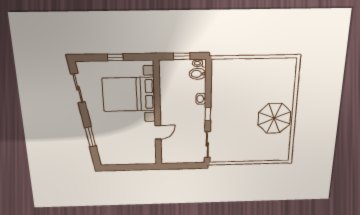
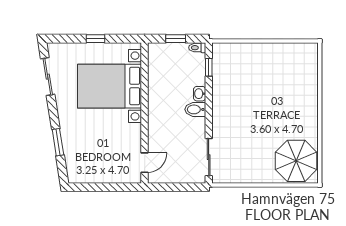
bidet: (198, 74) -> (195, 109), moved
window: (208, 114) -> (209, 67), moved
parasol: (274, 118) -> (296, 161), moved
door: (158, 132) -> (145, 163), moved

